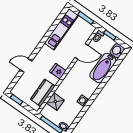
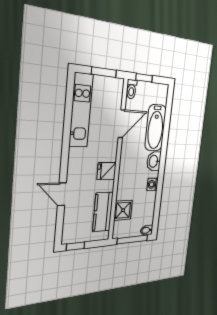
washbasin: (117, 51) -> (154, 161), moved
door: (26, 65) -> (62, 194), hinge flipped

